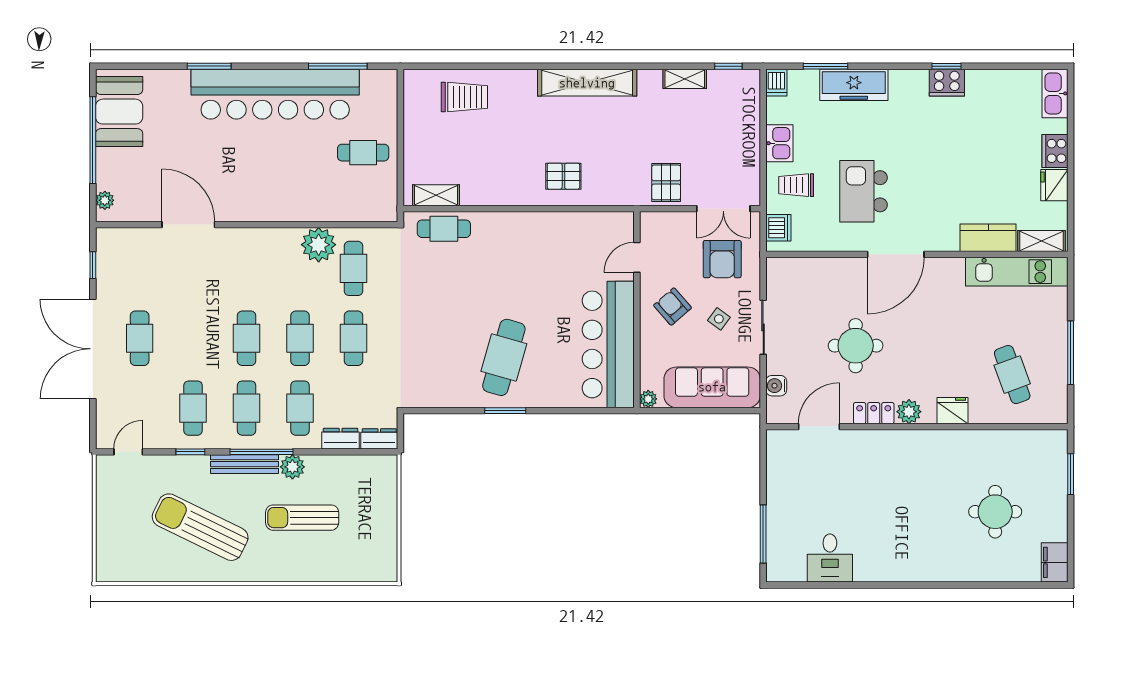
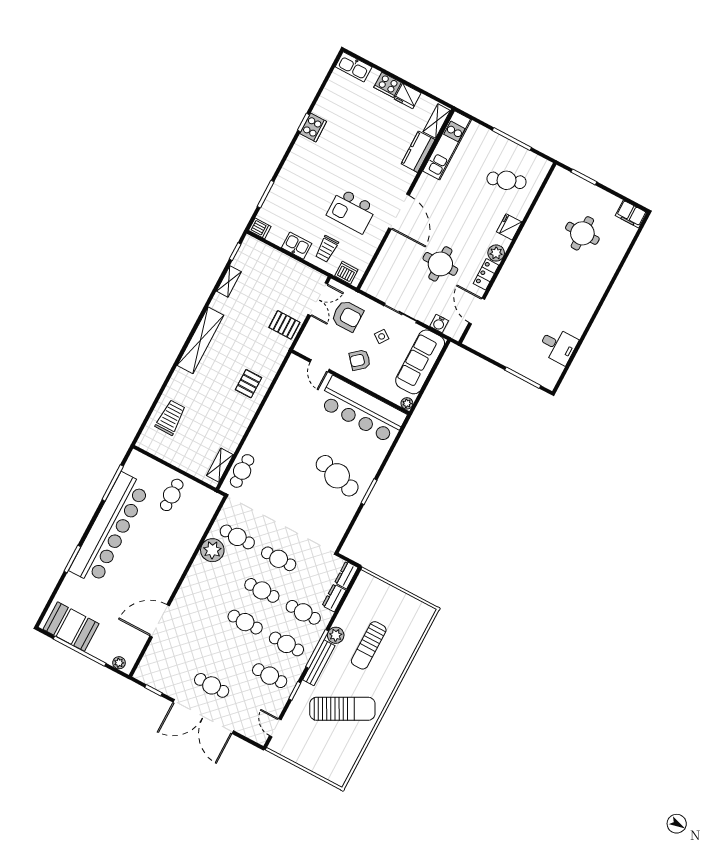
freezer: (854, 85) -> (285, 183), removed
sun lounger: (200, 527) -> (342, 709), turned -144

